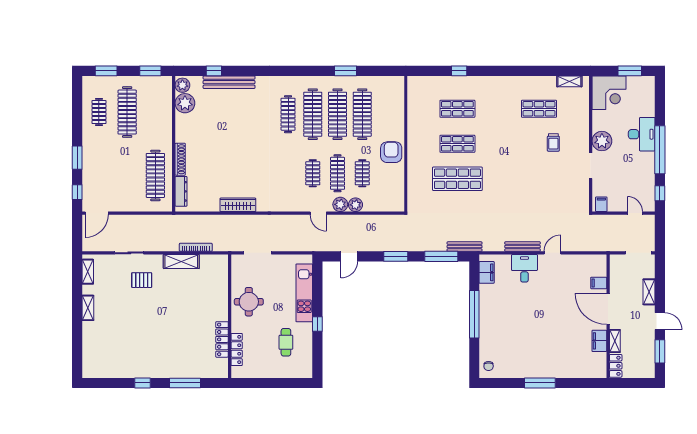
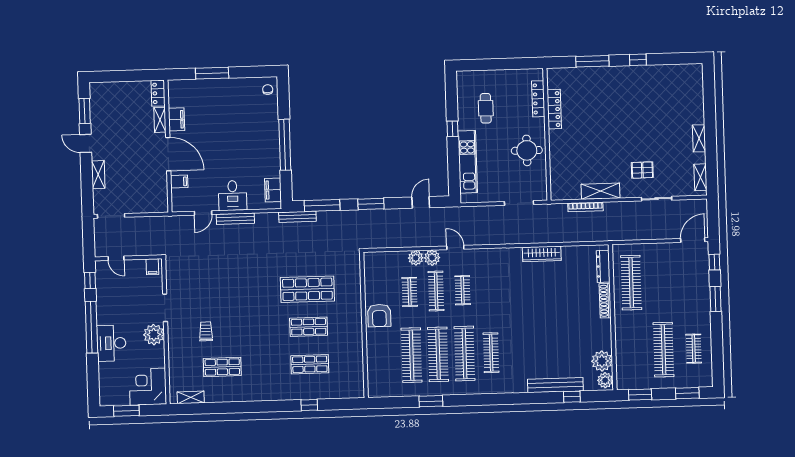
filing cabinet: (599, 283) -> (179, 181), moved
door: (608, 309) -> (168, 154), moved
wall: (608, 316) -> (168, 146), moved
filing cabinet: (599, 341) -> (176, 119), moved
shelving: (615, 341) -> (160, 120), moved
locker: (616, 366) -> (158, 93), moved

